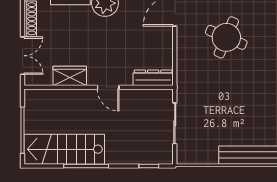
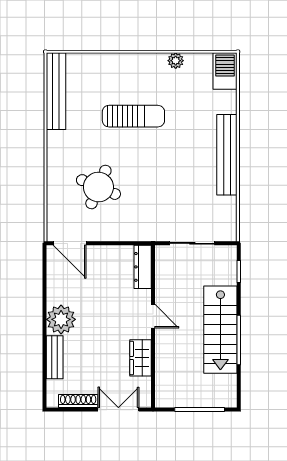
door: (108, 87) -> (153, 316), hinge flipped
stairs: (64, 149) -> (220, 330), moved

